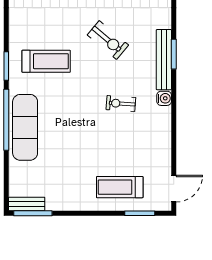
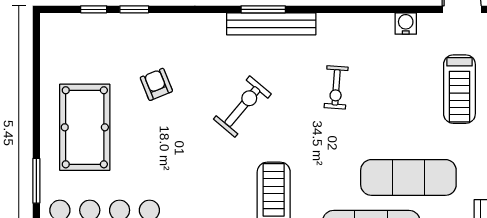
water cooler: (164, 98) -> (406, 24), moved
exercise mat: (60, 153) -> (408, 177), added

